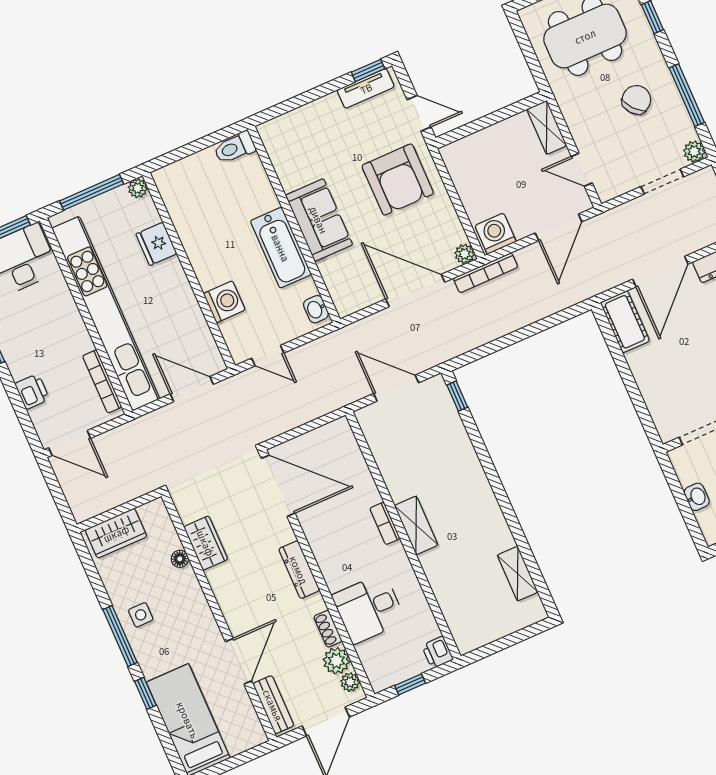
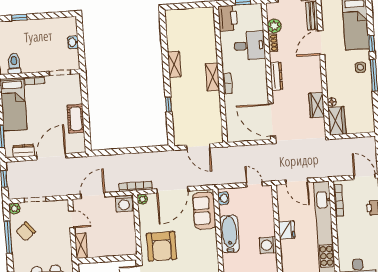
chair: (636, 100) -> (26, 231), moved
armchair: (398, 180) -> (162, 246), turned 180
sofa: (319, 220) -> (204, 211), moved
fridge: (156, 244) -> (287, 230), moved
door: (415, 291) -> (172, 190), hinge flipped
washing machine: (224, 302) -> (268, 245), moved
cot: (625, 322) -> (76, 119), moved
window: (457, 396) -> (168, 104), moved
wardrobe: (116, 533) -> (337, 121), moved, turned 90
shelving: (518, 574) -> (174, 64), moved
side table: (141, 615) -> (360, 67), moved
printer: (437, 652) -> (228, 18), width x1.87, depth x1.48
plant: (350, 682) -> (271, 13), removed

